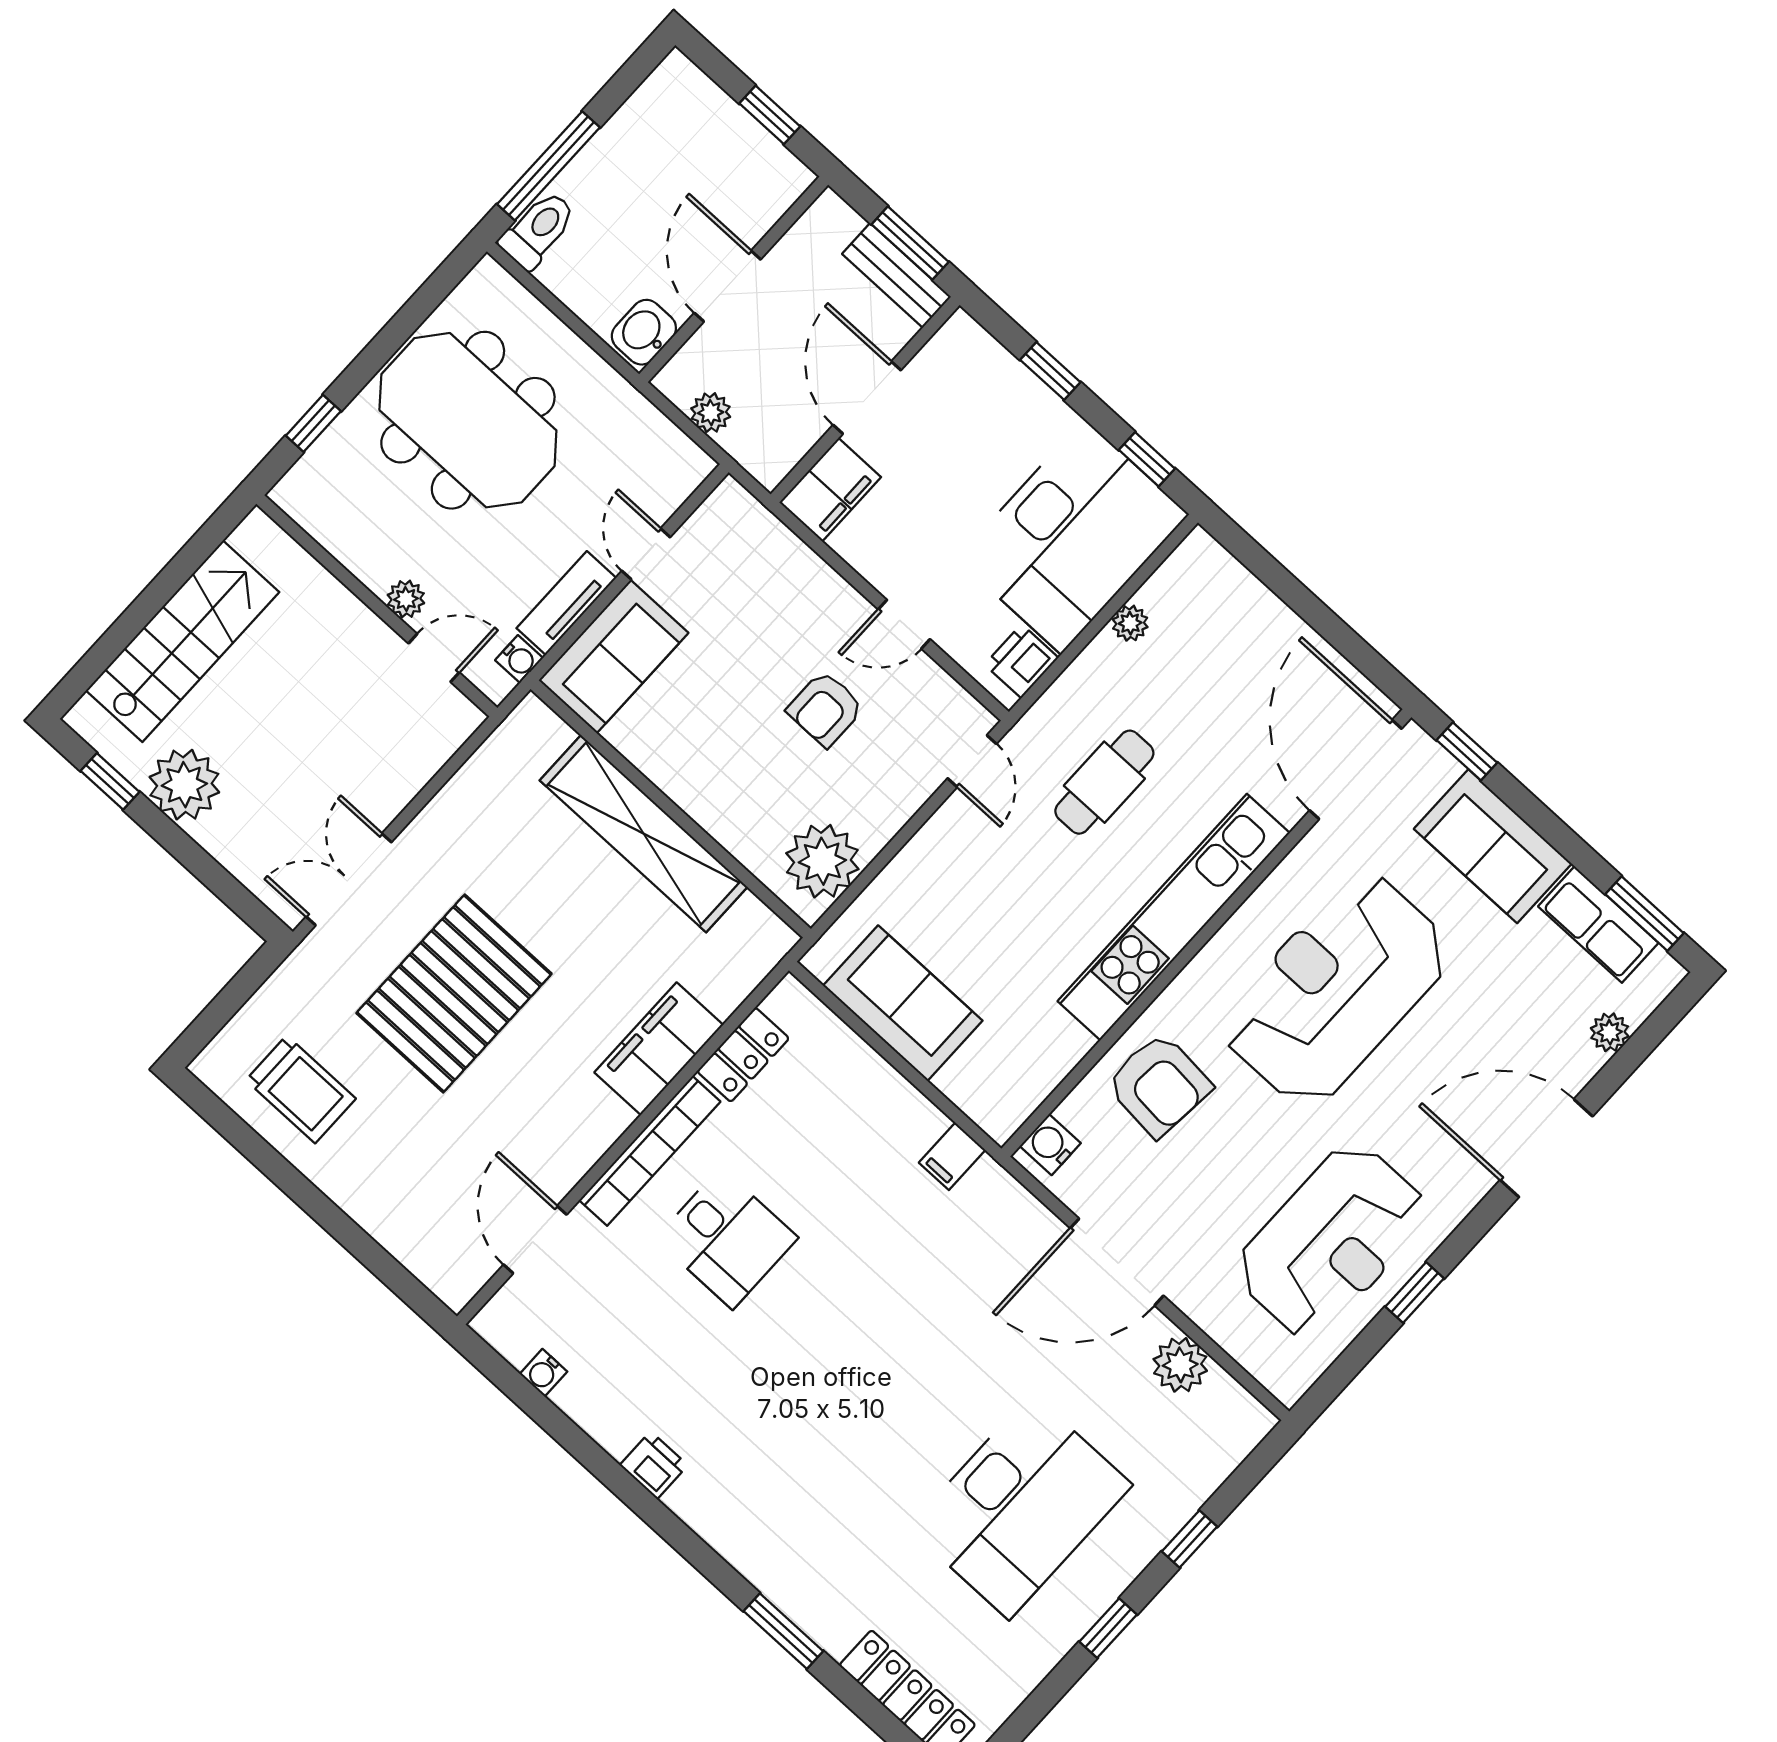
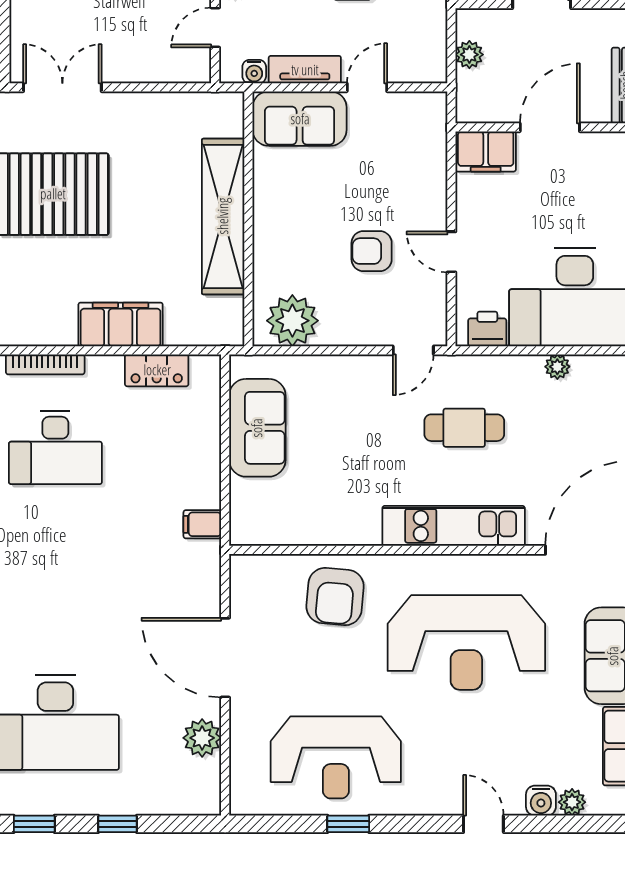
door: (434, 658) -> (215, 27), swing flipped
kitchen unit: (1174, 917) -> (454, 526), width x0.73
reception desk: (1336, 989) -> (466, 642), turned 180
water cooler: (1050, 1145) -> (541, 801), moved, turned 180
door: (1546, 1148) -> (483, 824), width x0.53
bookcase: (650, 1151) -> (45, 364), width x0.68, depth x0.76
desk: (727, 1238) -> (55, 447), width x1.37

